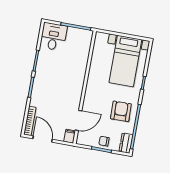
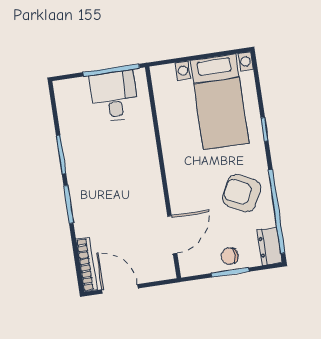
desk: (53, 37) -> (114, 96), moved
armchair: (121, 111) -> (242, 193), turned -62
filing cabinet: (70, 136) -> (166, 268), removed

